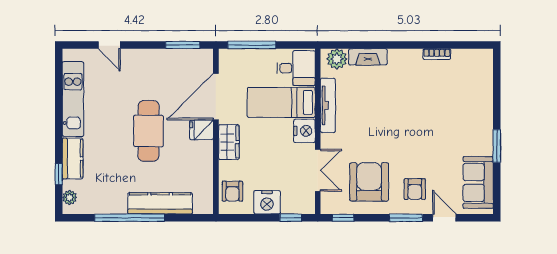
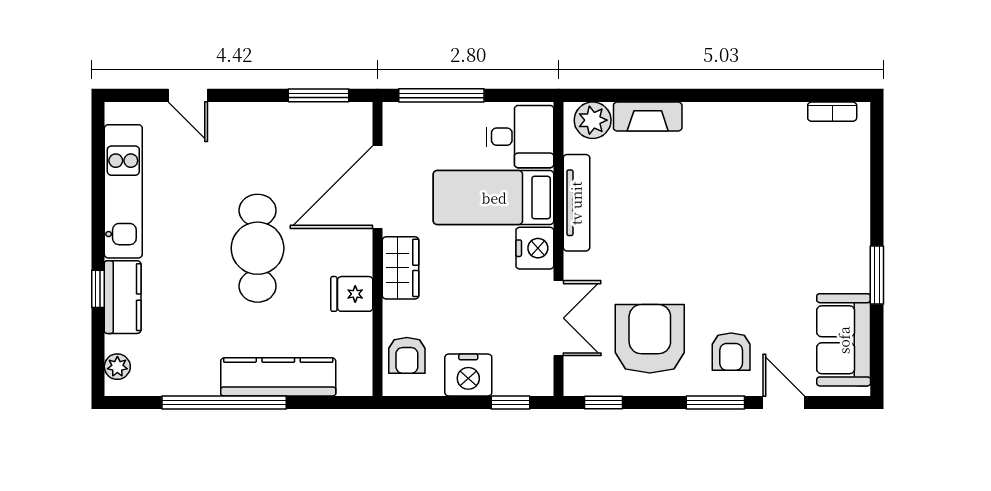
bookcase: (437, 54) -> (832, 112), moved
fridge: (201, 130) -> (352, 294), moved
window: (59, 174) -> (98, 289), moved

